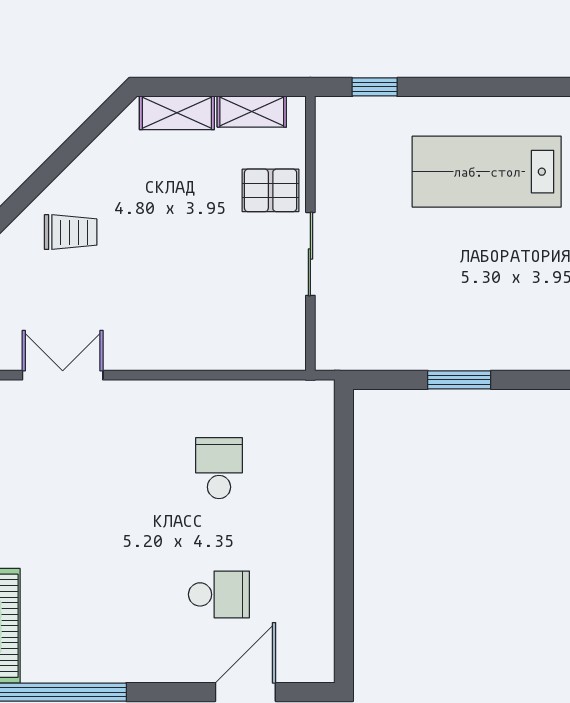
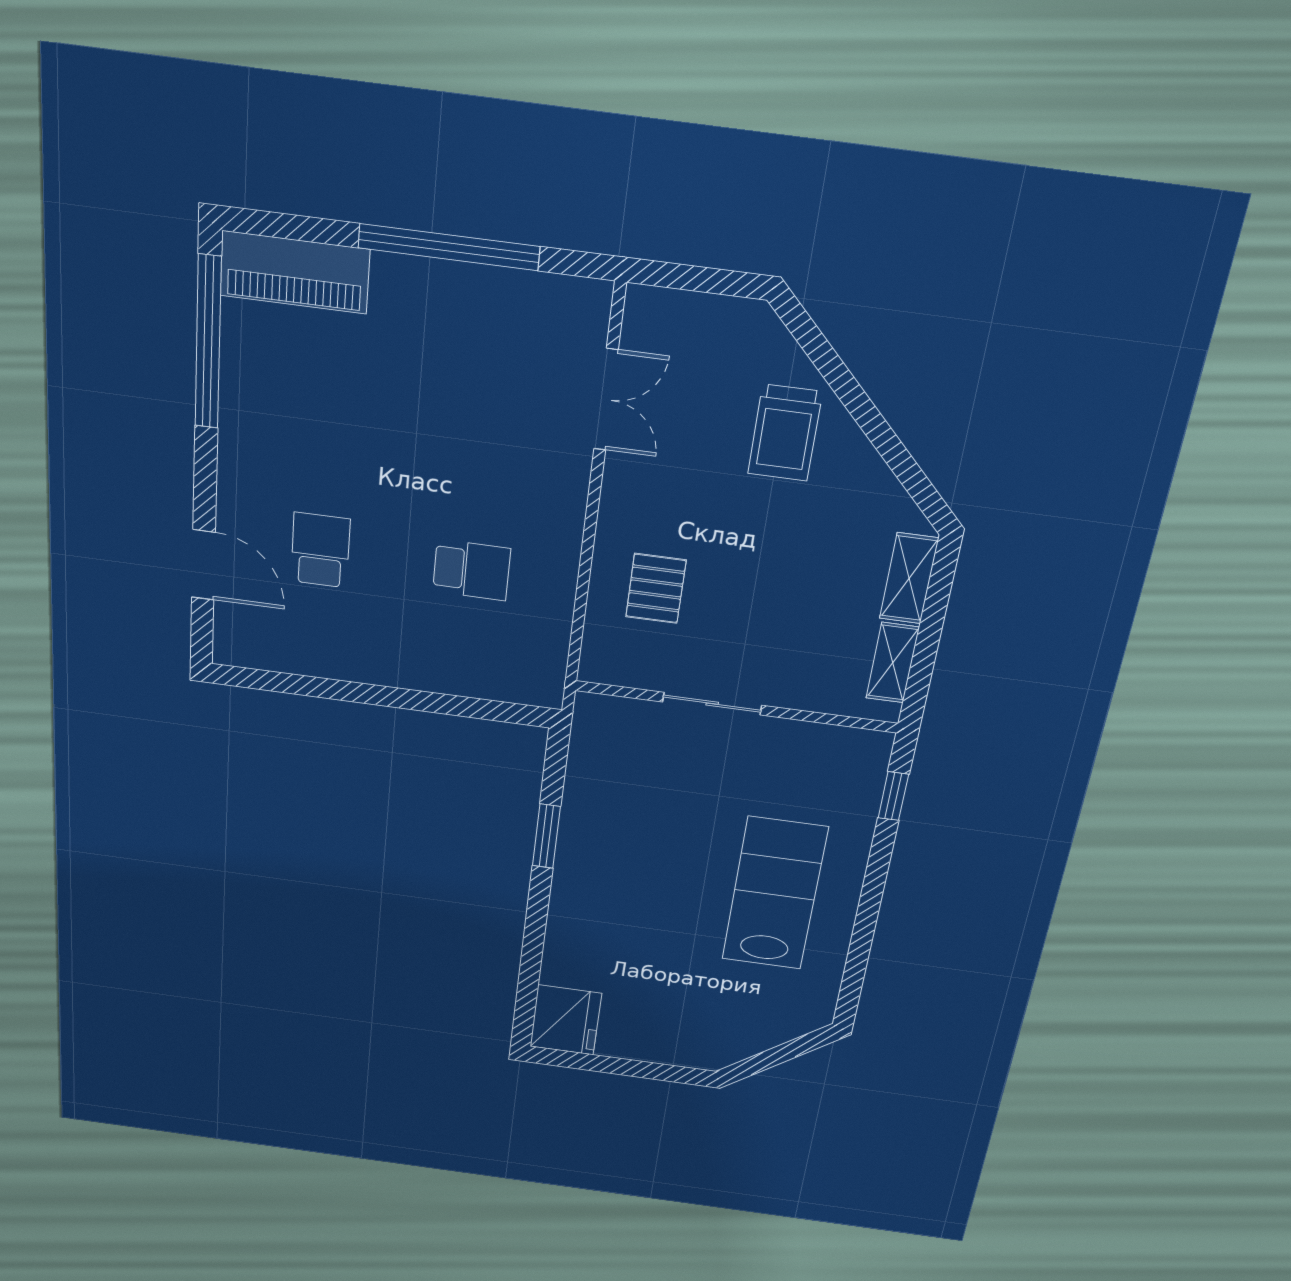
pallet: (271, 190) -> (656, 588), moved
trolley: (71, 232) -> (785, 433), width x1.36, depth x1.39
school desk: (219, 594) -> (320, 550), turned 180

